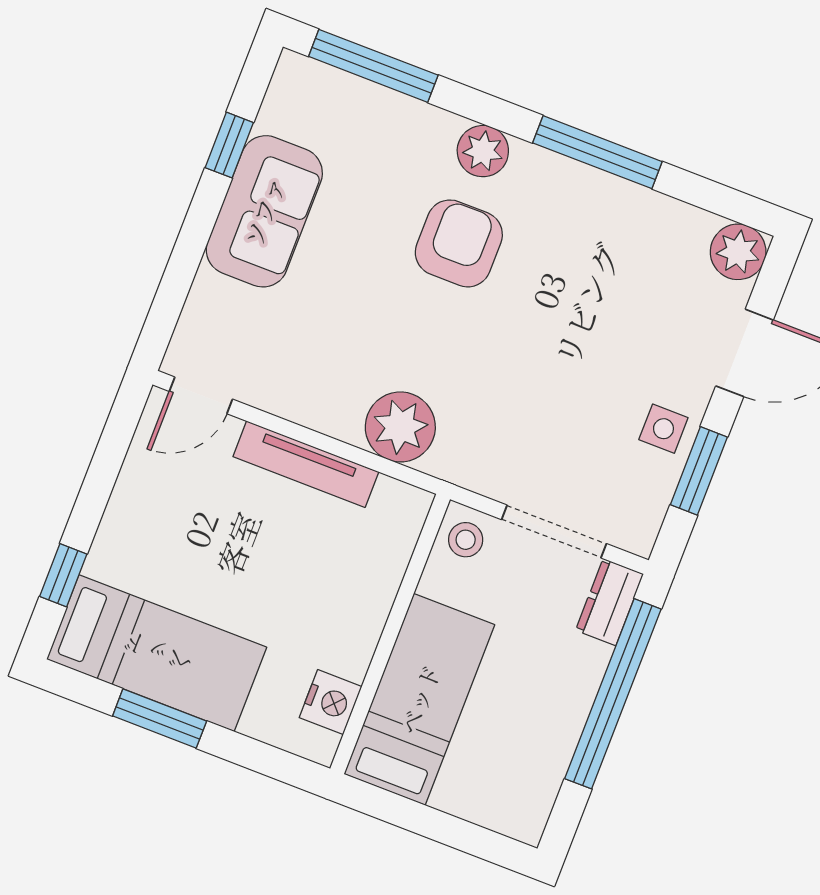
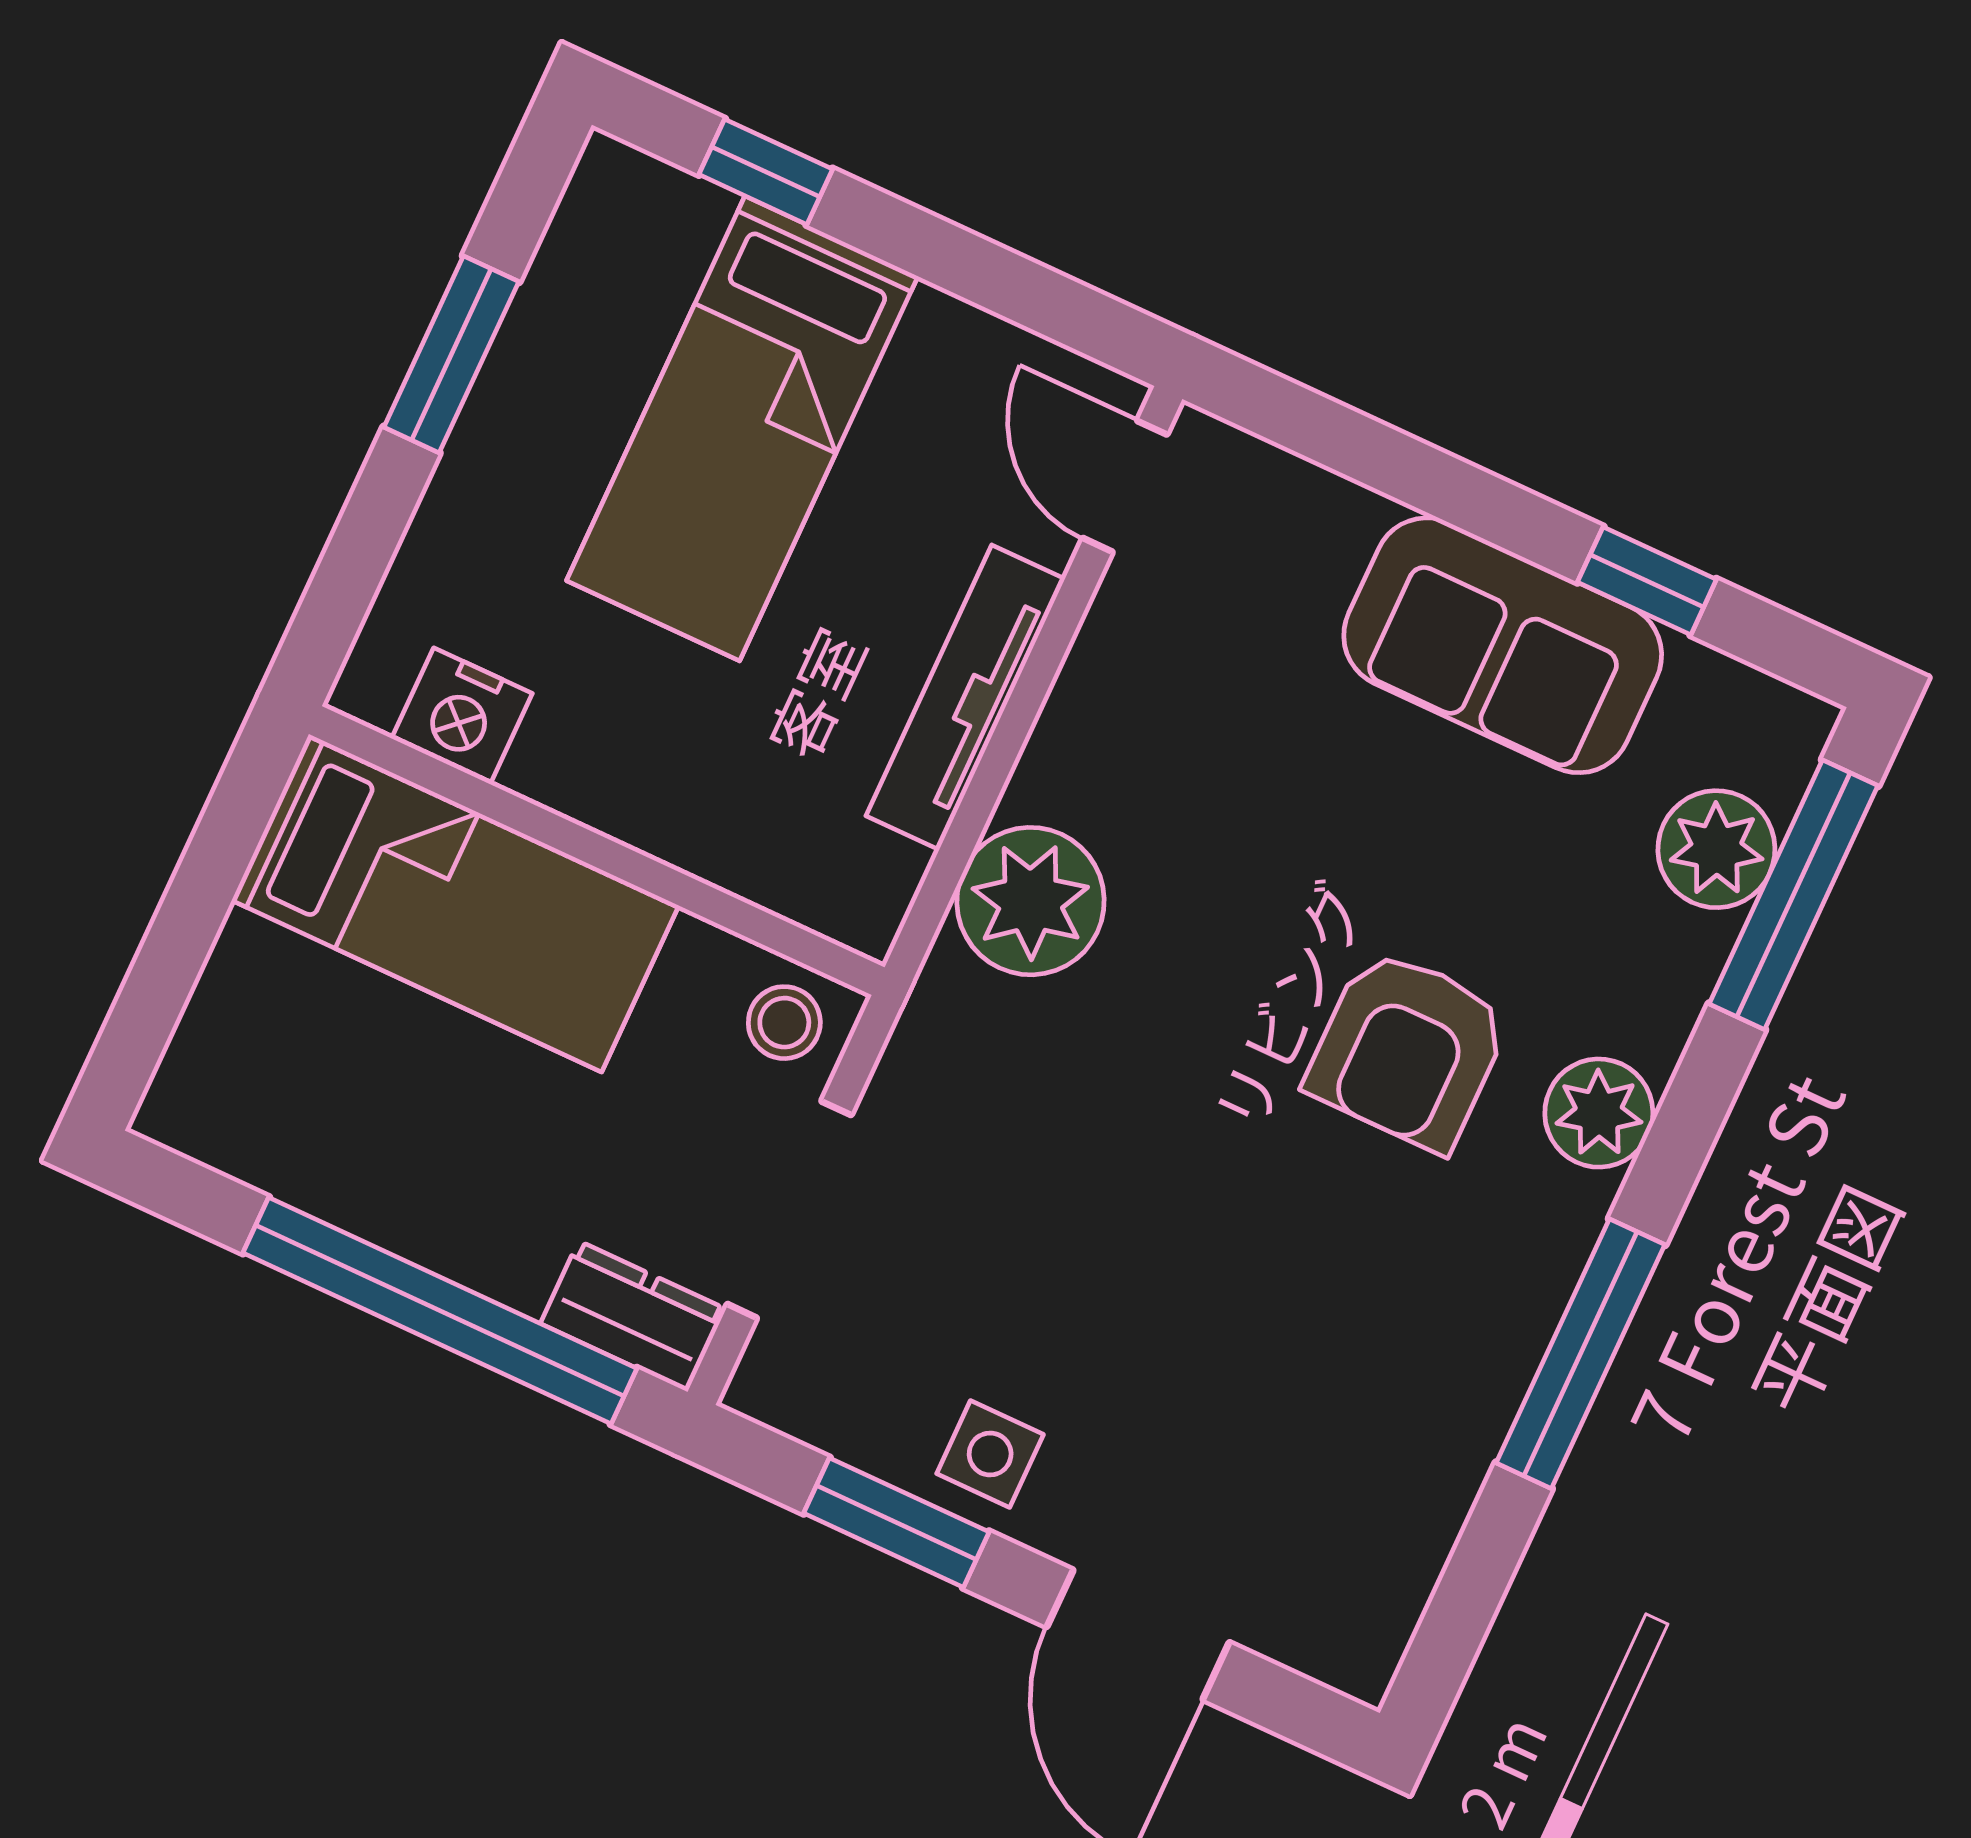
armchair: (459, 243) -> (1408, 1050), turned 90
plant: (738, 252) -> (1716, 849), moved
bed: (157, 653) -> (742, 428), moved

